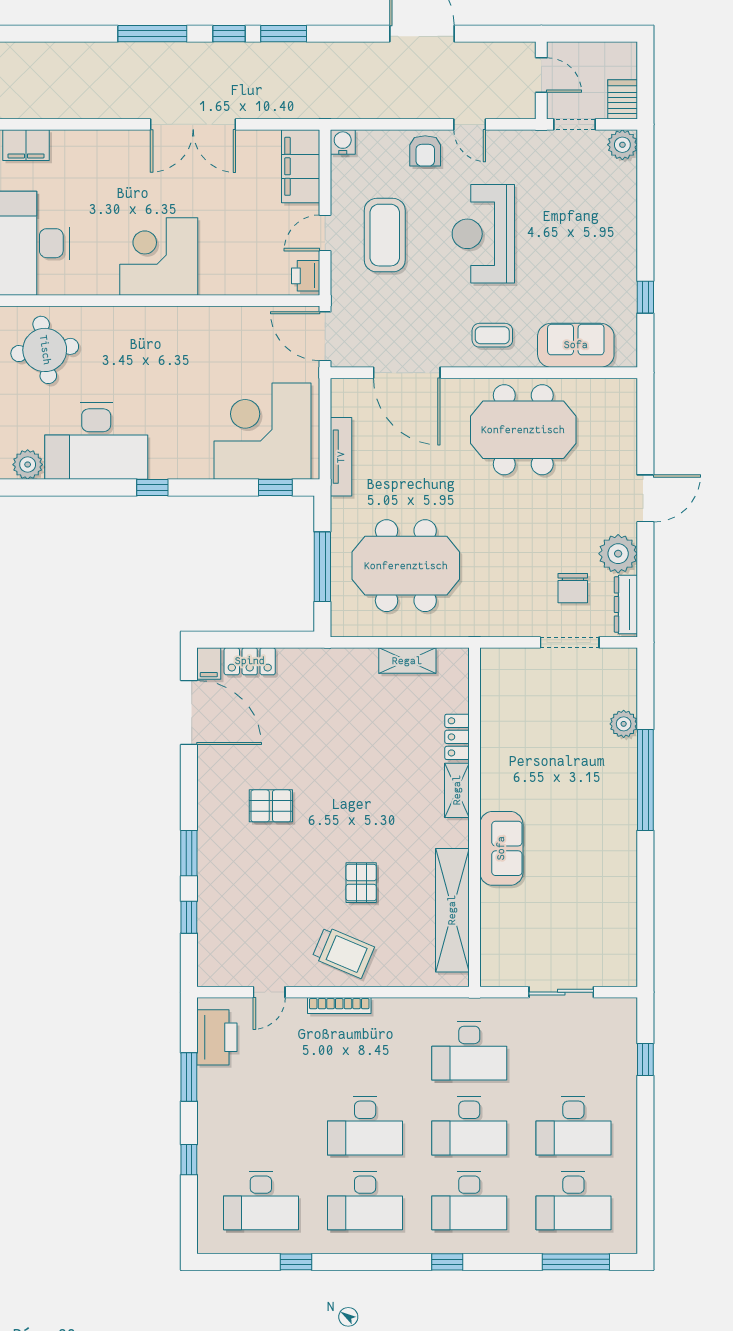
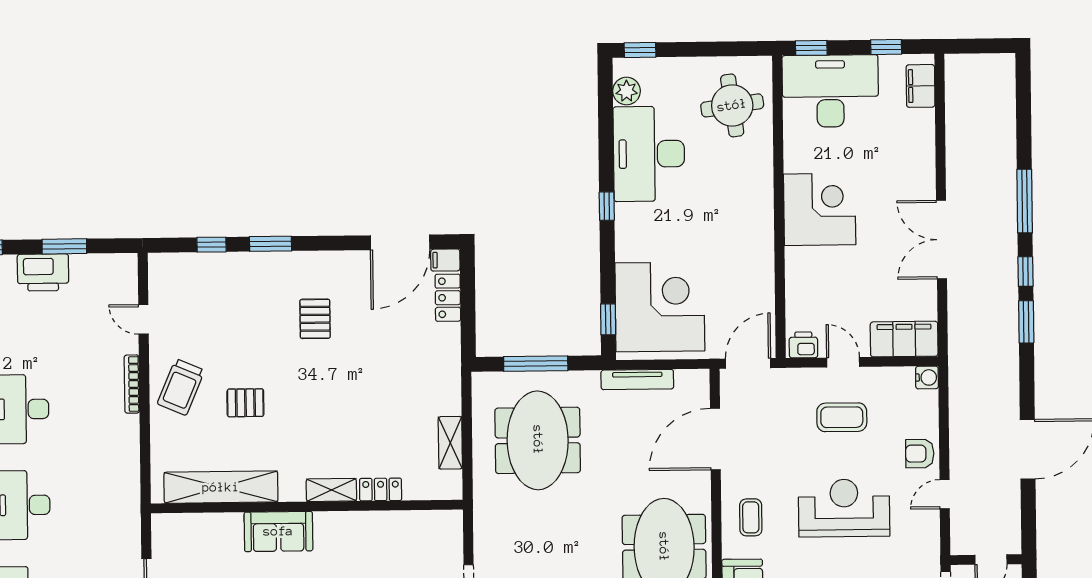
coffee table: (385, 235) -> (842, 417), width x0.73, depth x0.76
printer: (217, 1037) -> (43, 272), moved
desk: (469, 1051) -> (92, 504), removed

